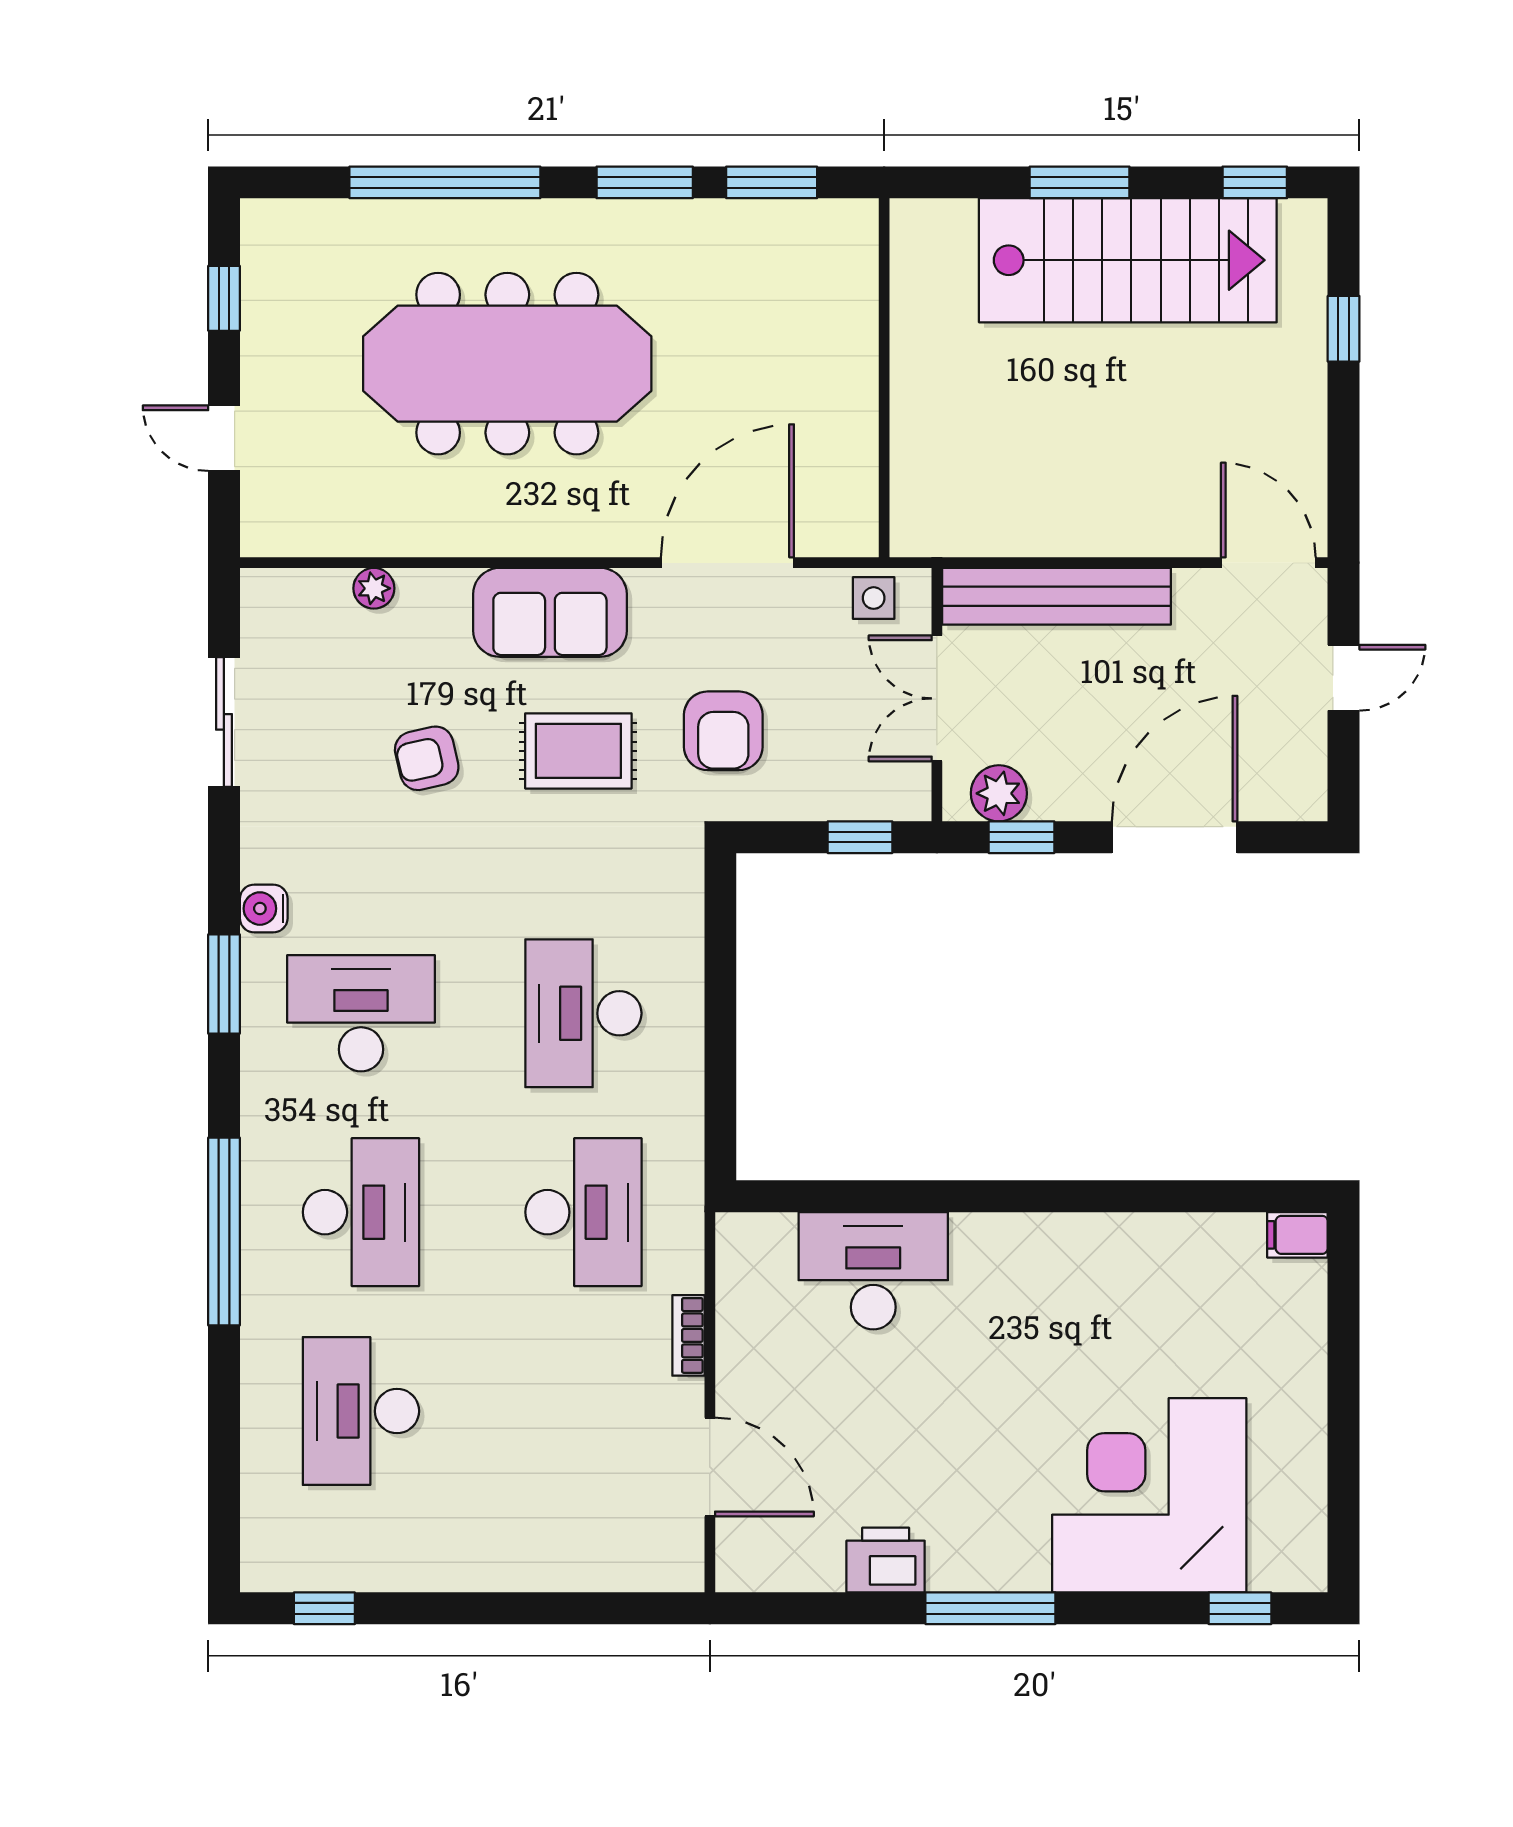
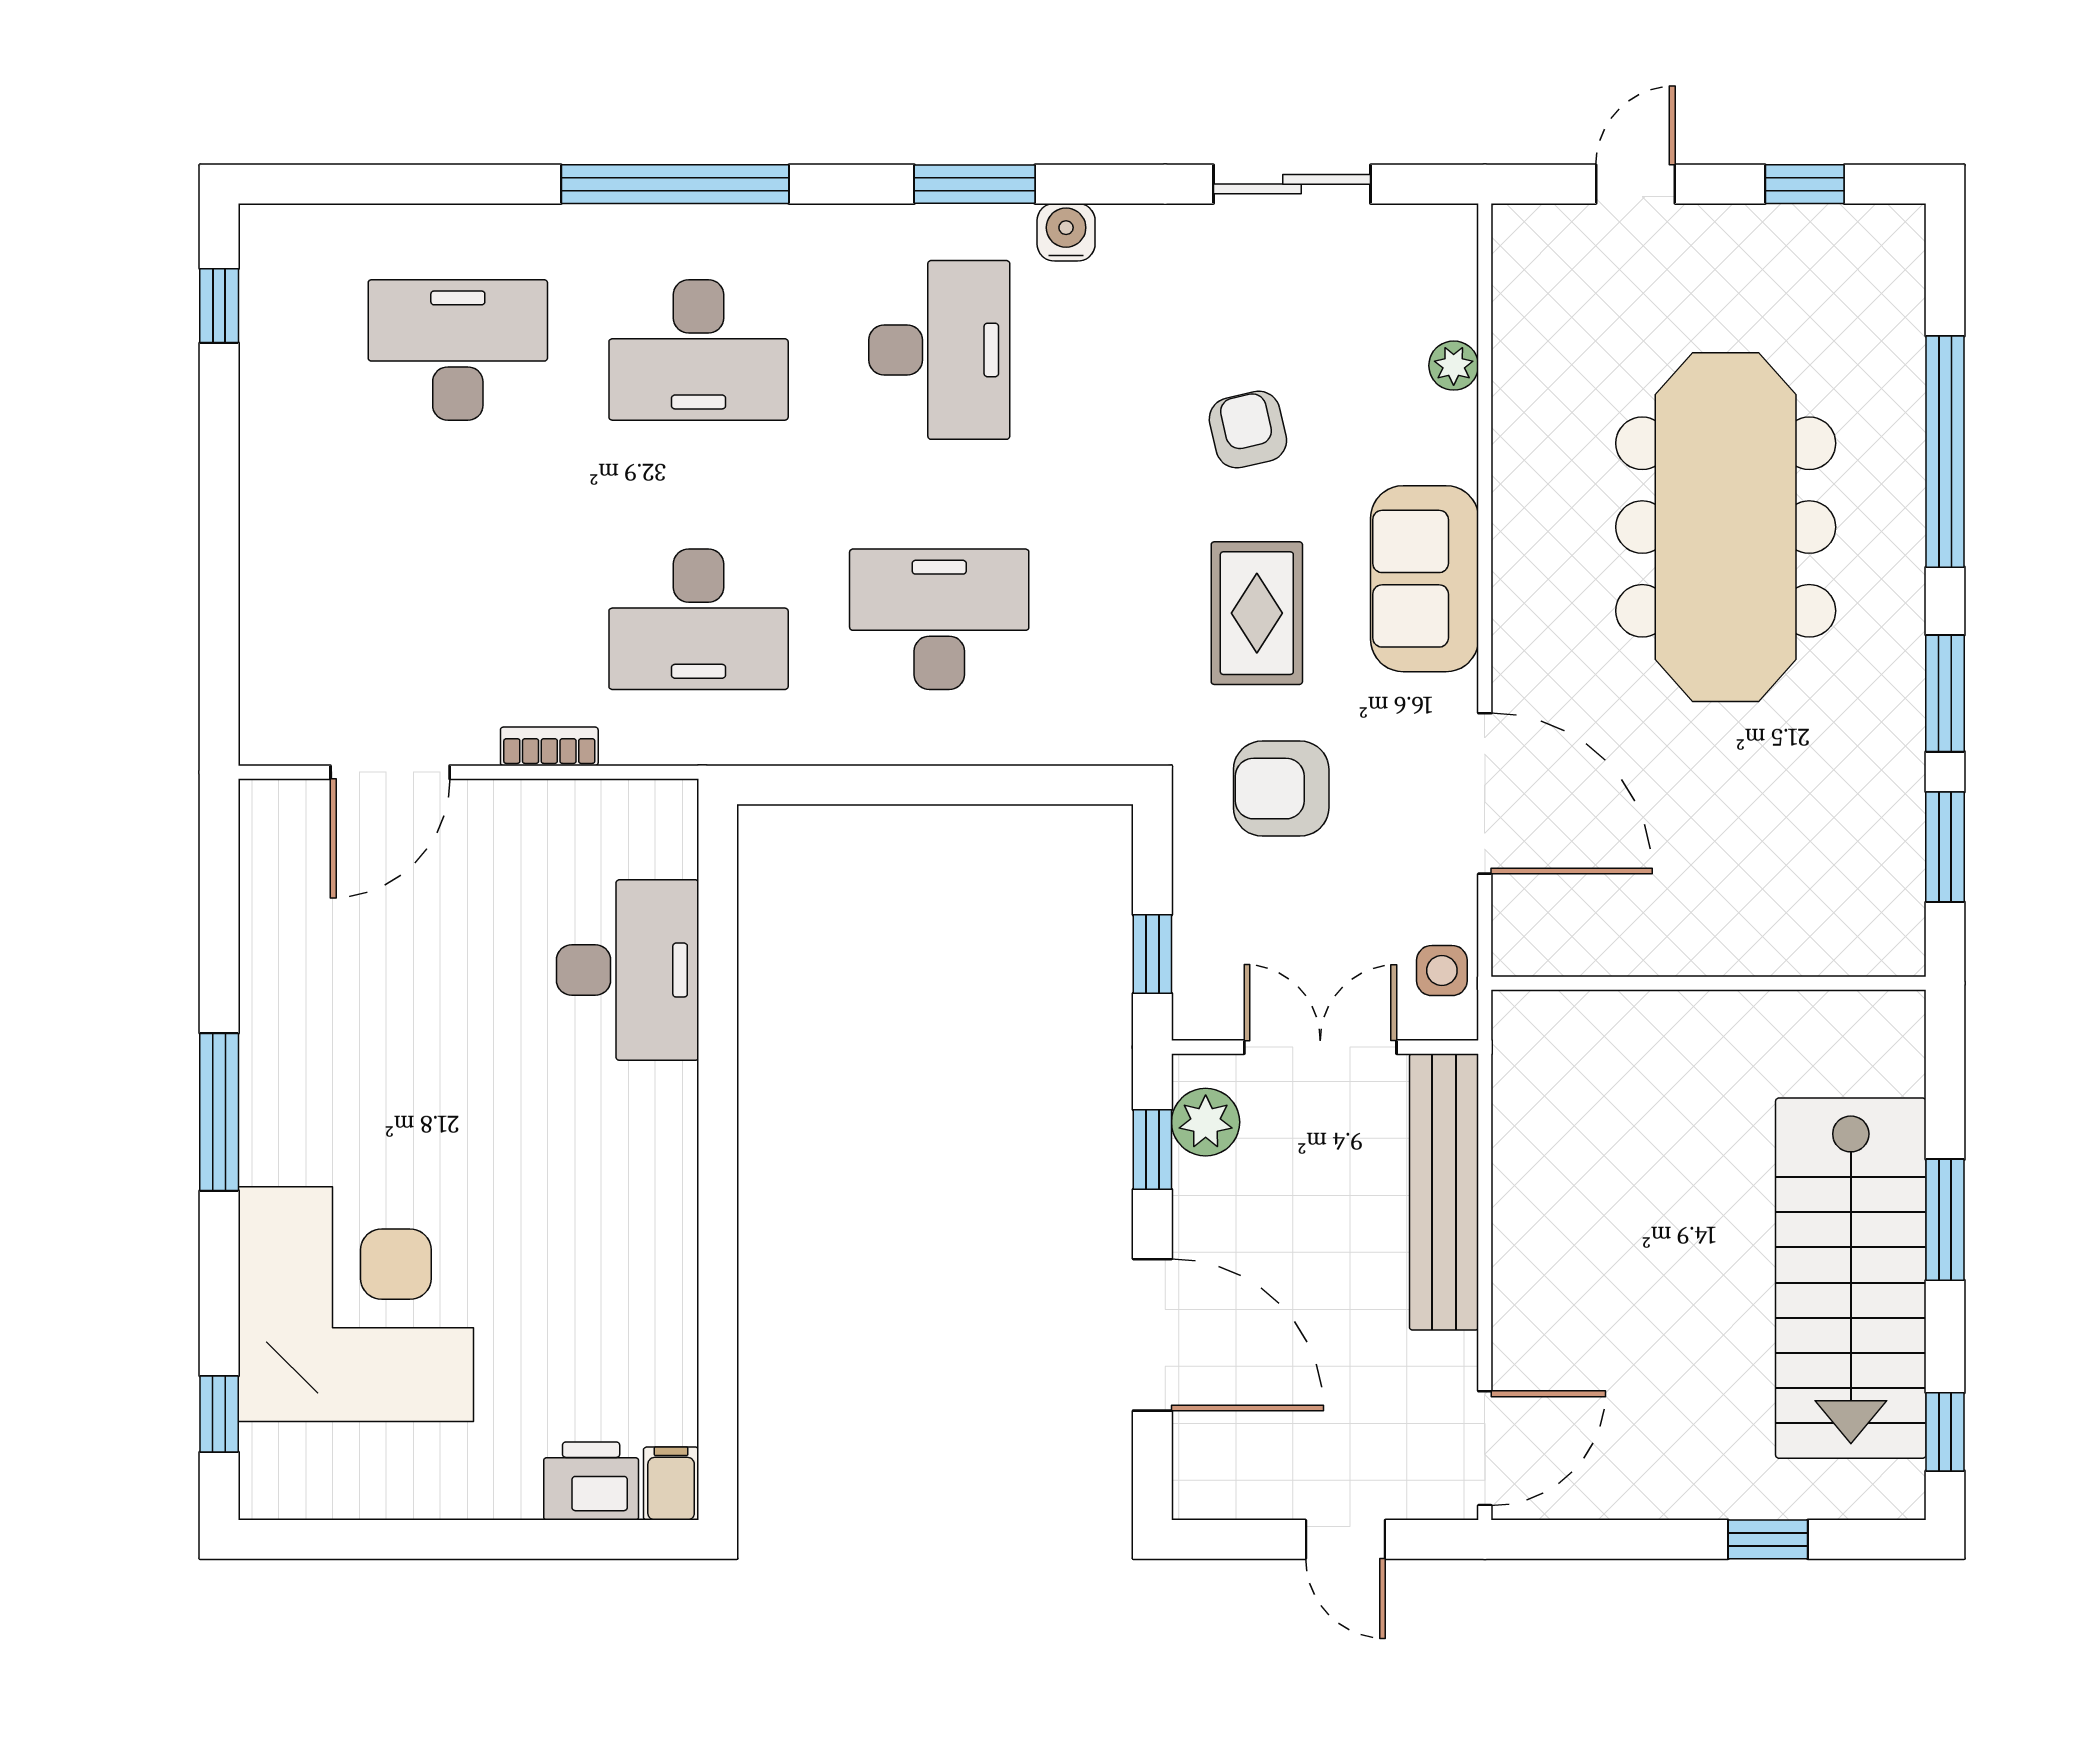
printer: (886, 1560) -> (591, 1481), moved, turned -90

